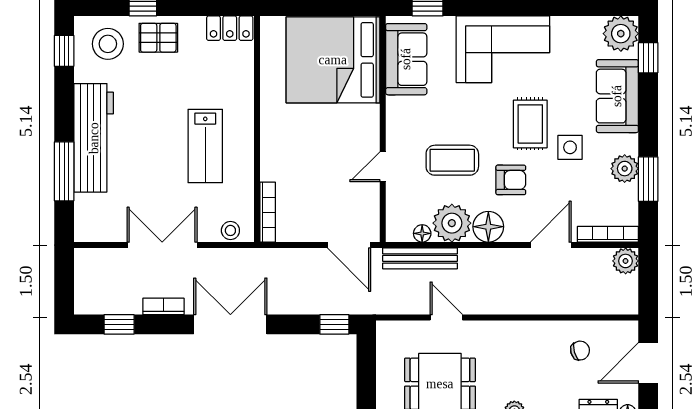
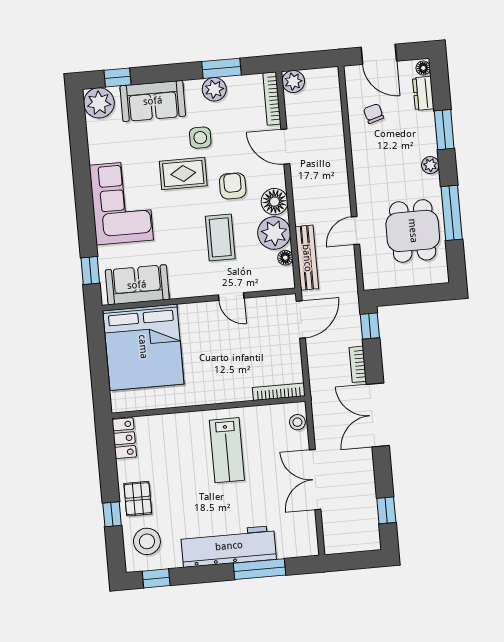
lab bench: (205, 146) -> (227, 450), turned 90
bookcase: (163, 306) -> (358, 364), moved

